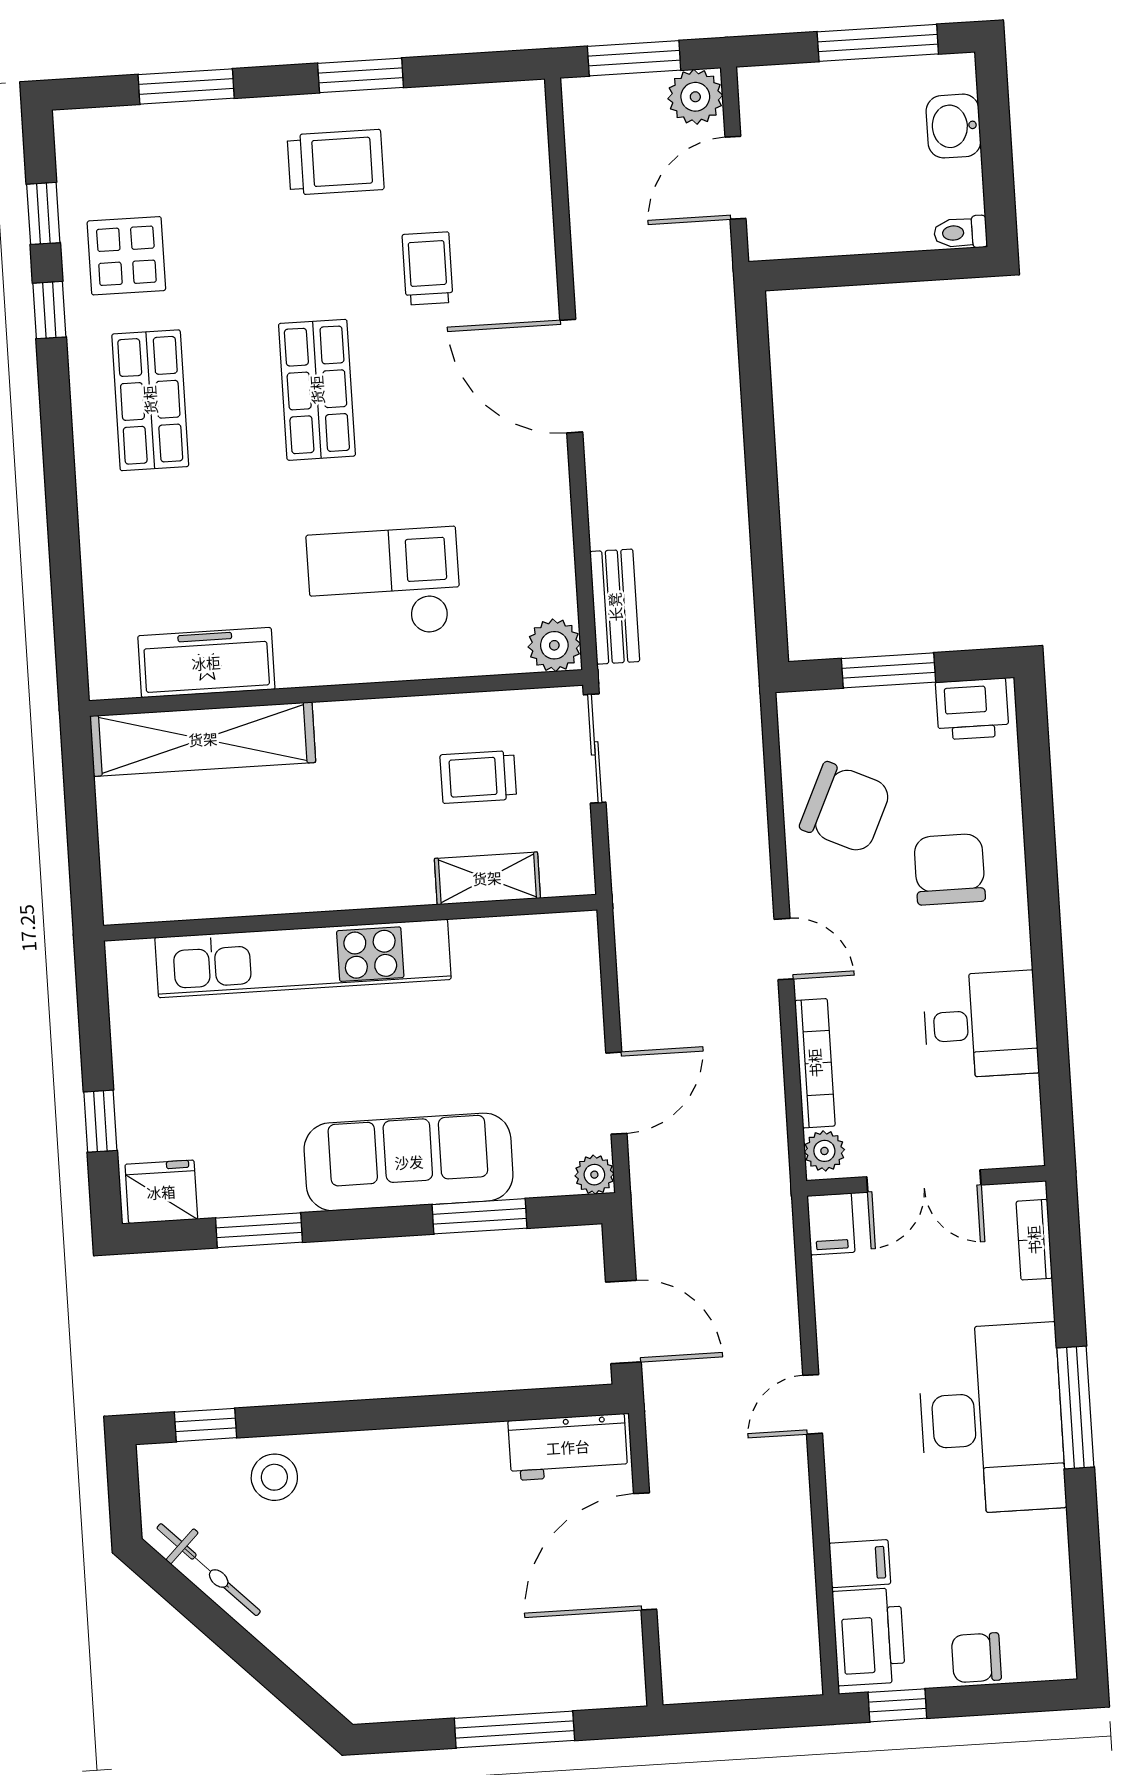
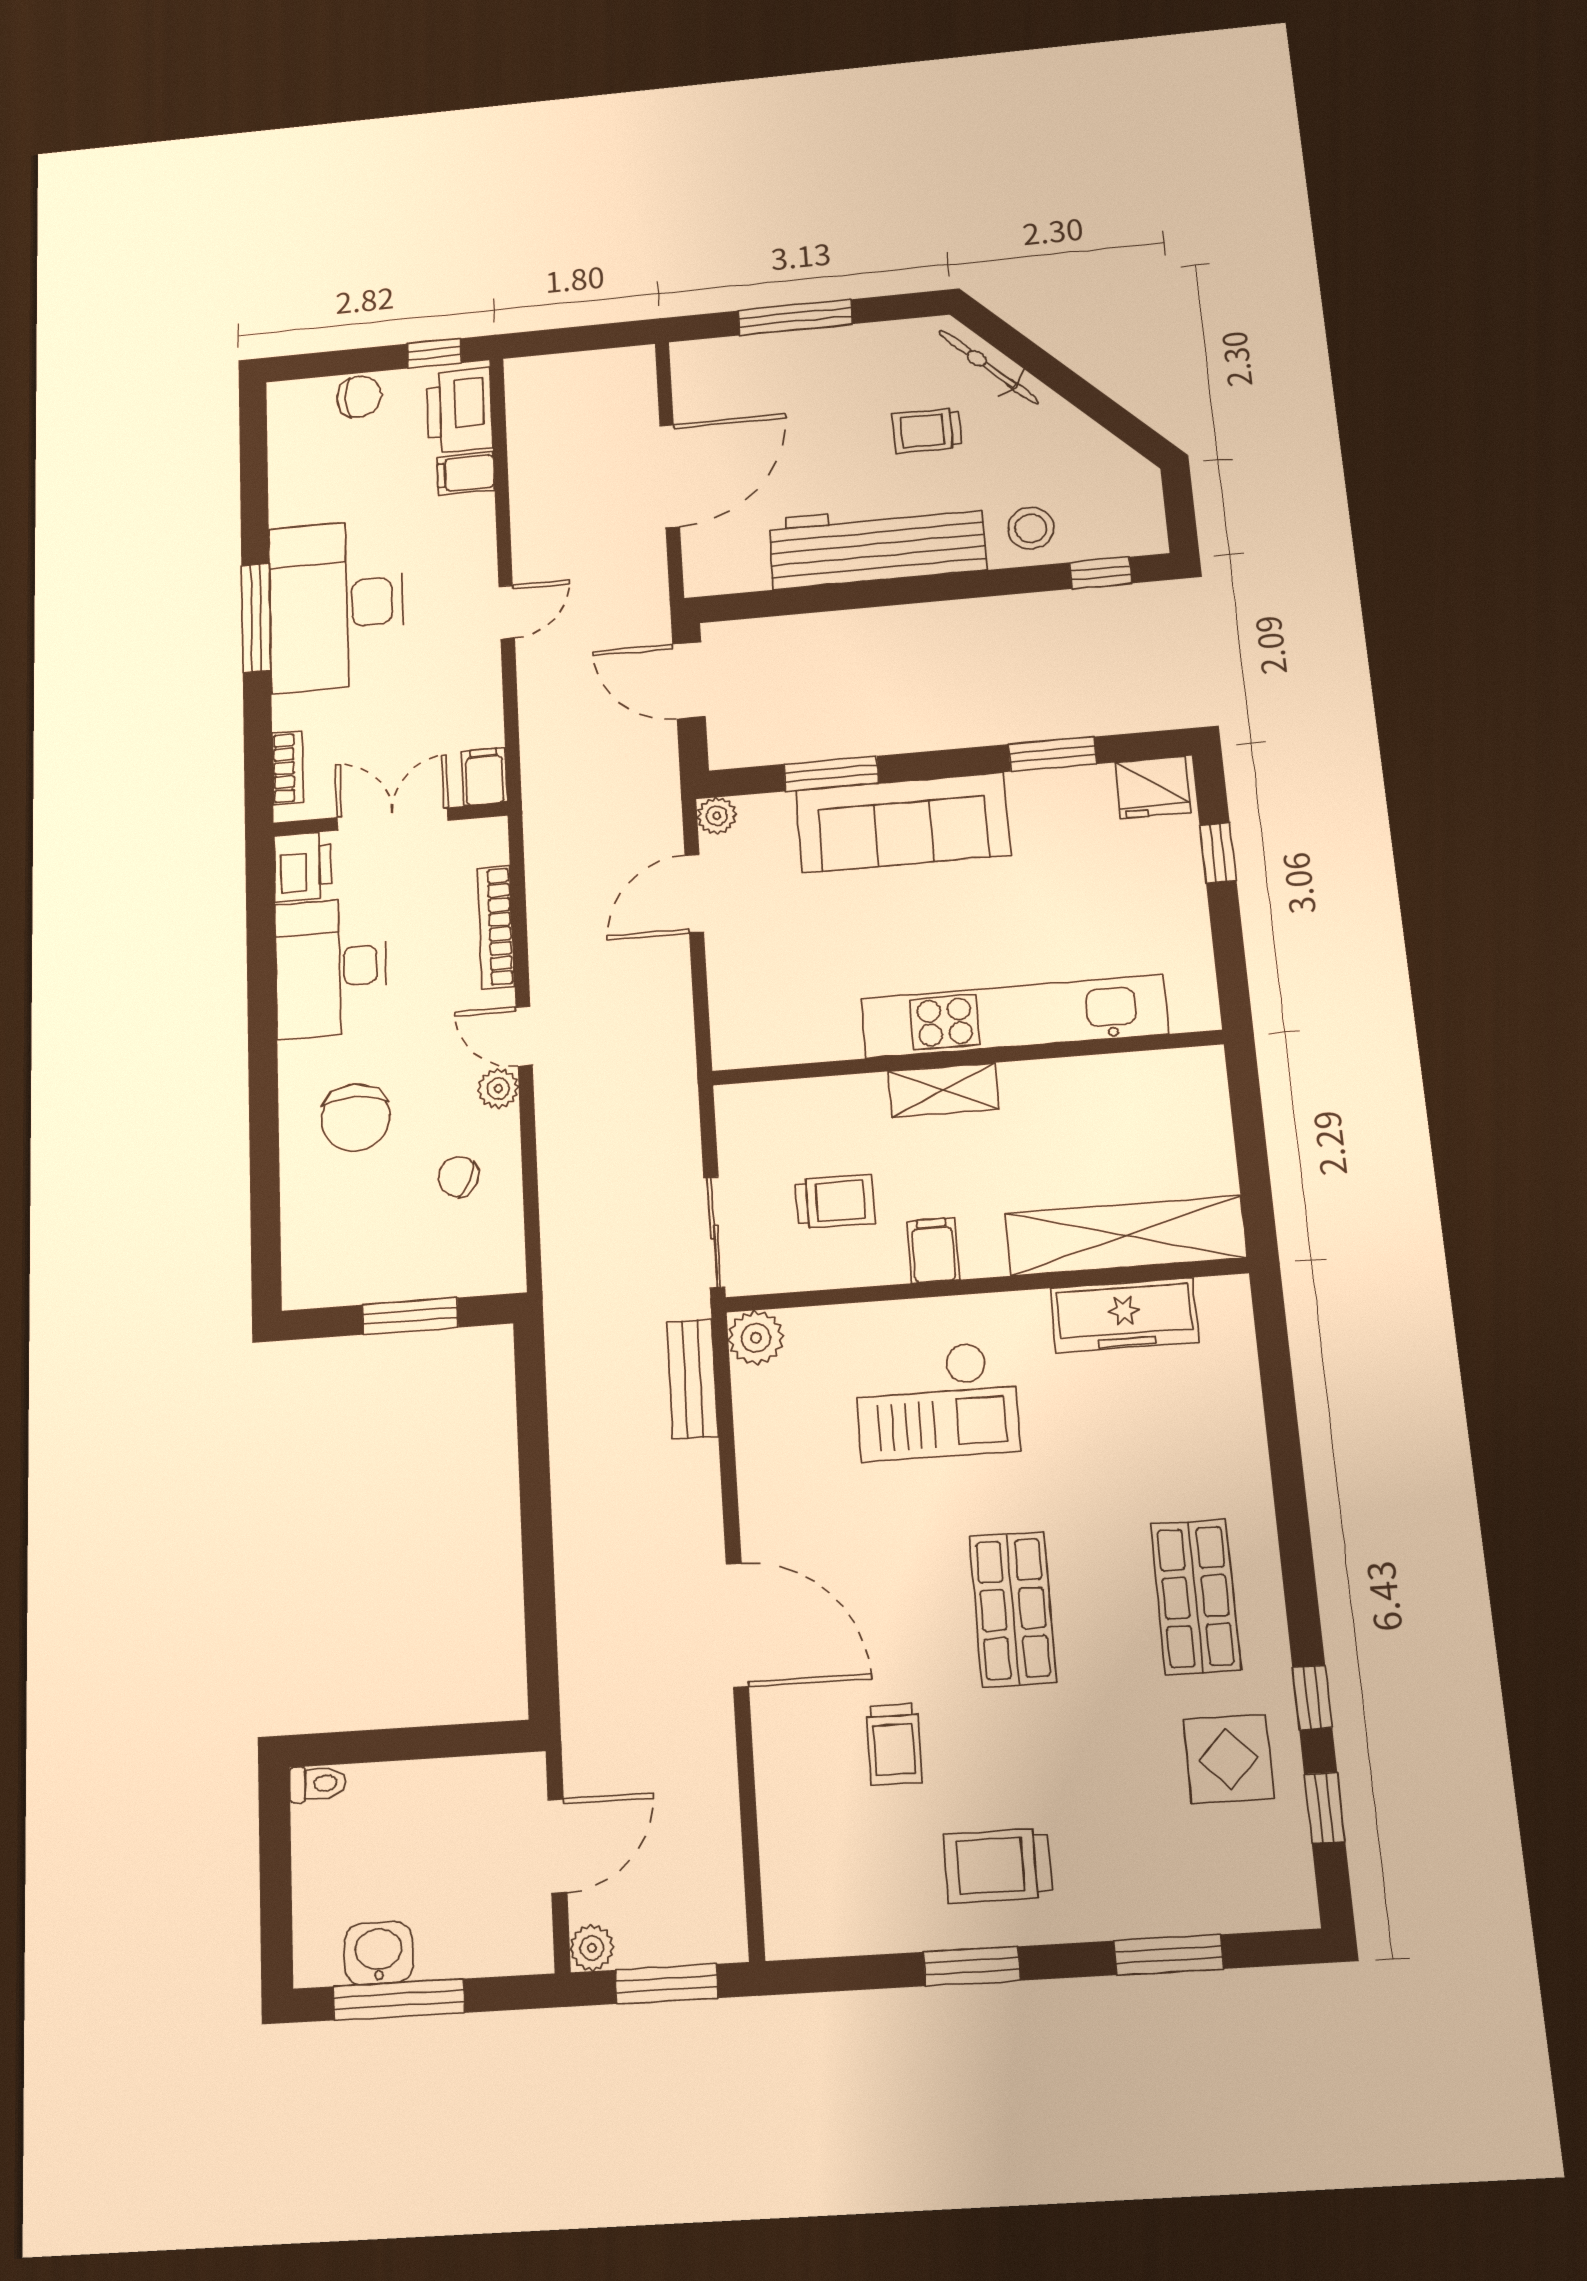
plant: (695, 97) -> (592, 1948), width x0.73, depth x0.73
washbasin: (954, 126) -> (379, 1953), moved, turned -90
printer: (972, 709) -> (303, 866), moved, turned 90
filing cabinet: (385, 728) -> (933, 1250), added
chair: (846, 808) -> (458, 1177), width x0.54, depth x0.54
shelving: (487, 878) -> (944, 1090), moved
desk: (981, 1025) -> (331, 968), width x1.37
plant: (824, 1151) -> (498, 1089), moved
workbench: (568, 1447) -> (877, 544), moved, width x1.88, depth x1.32
bicycle: (209, 1570) -> (989, 367), moved
trolley: (378, 1592) -> (927, 430), added

